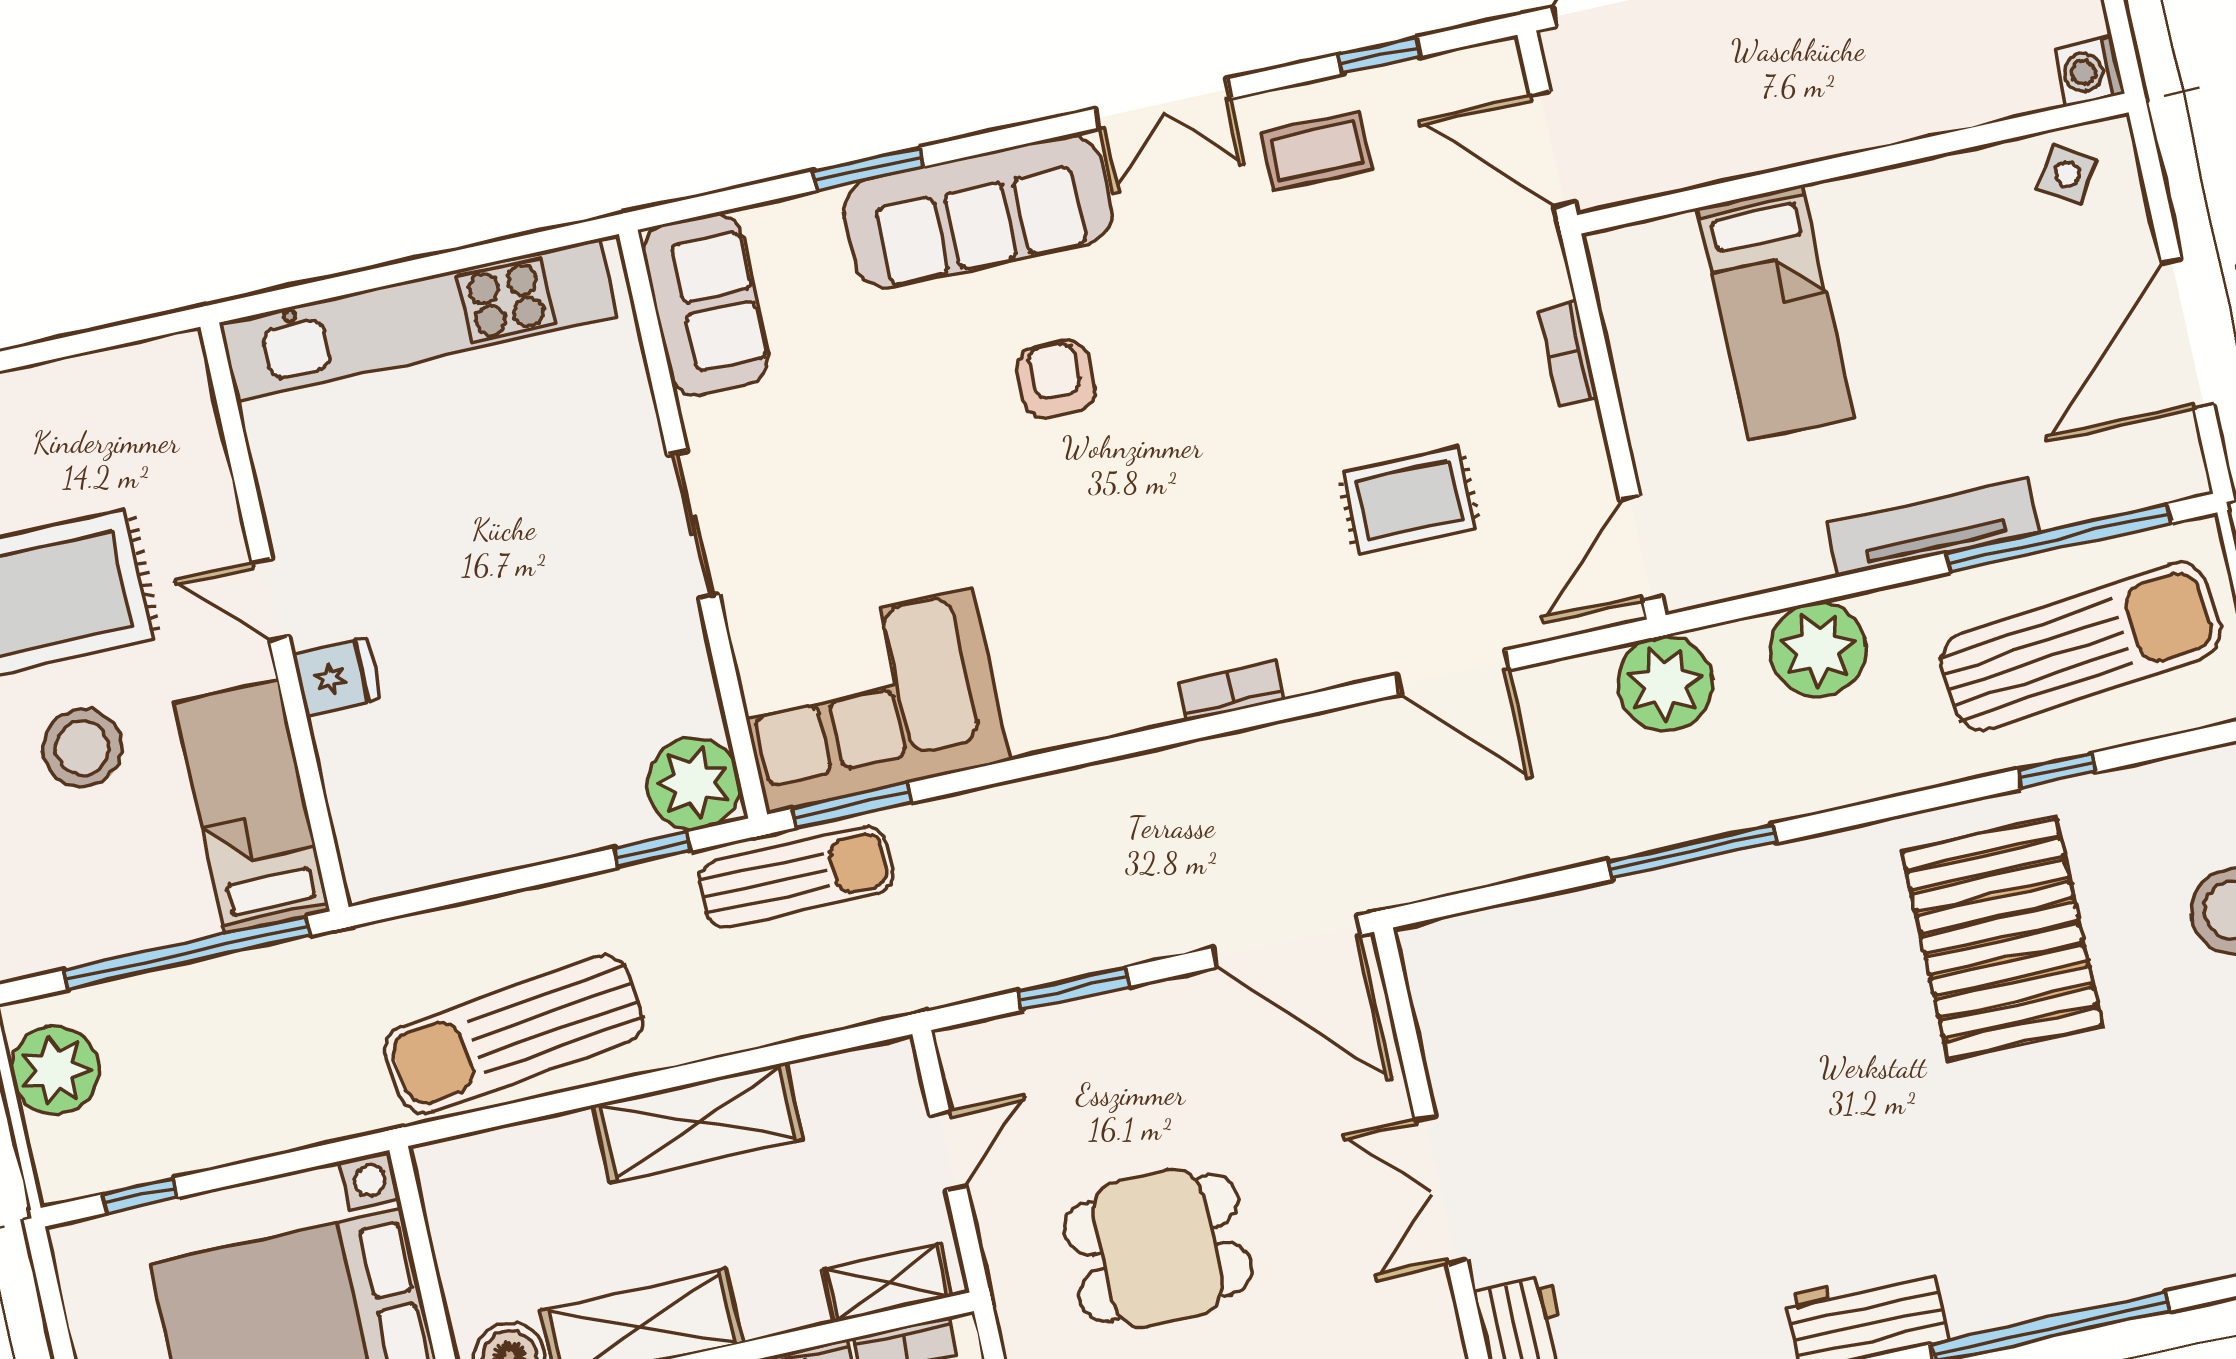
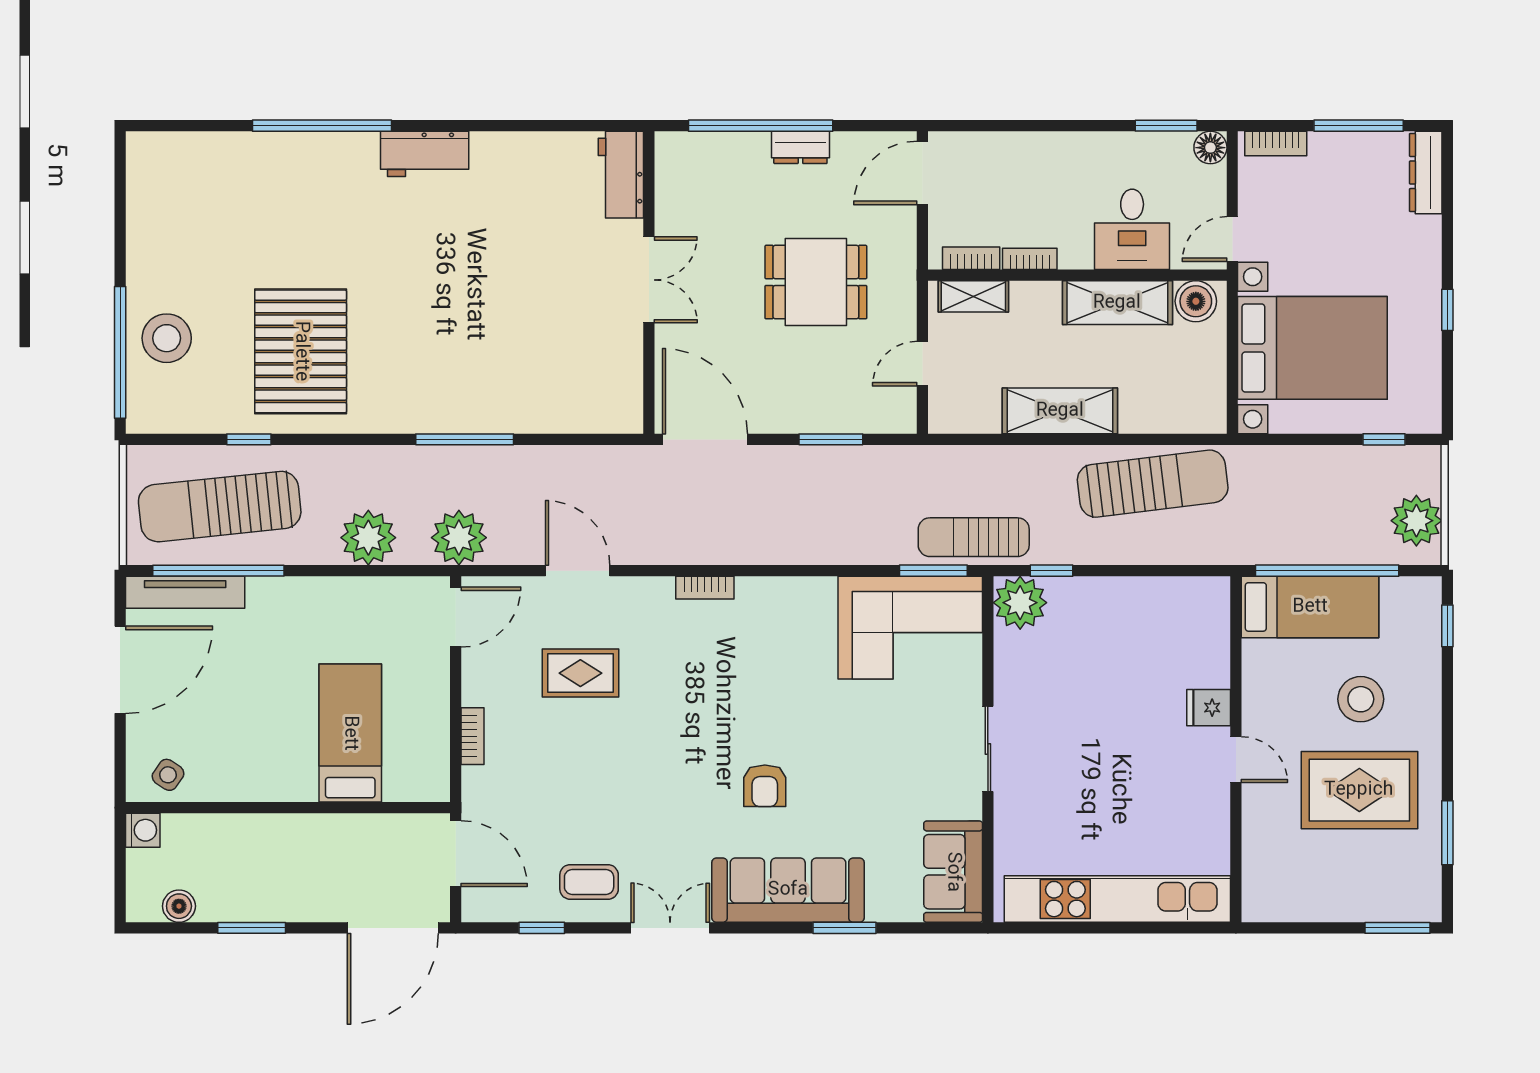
tv unit: (1933, 527) -> (185, 592), moved
bed: (252, 807) -> (1310, 607), moved, turned -90

